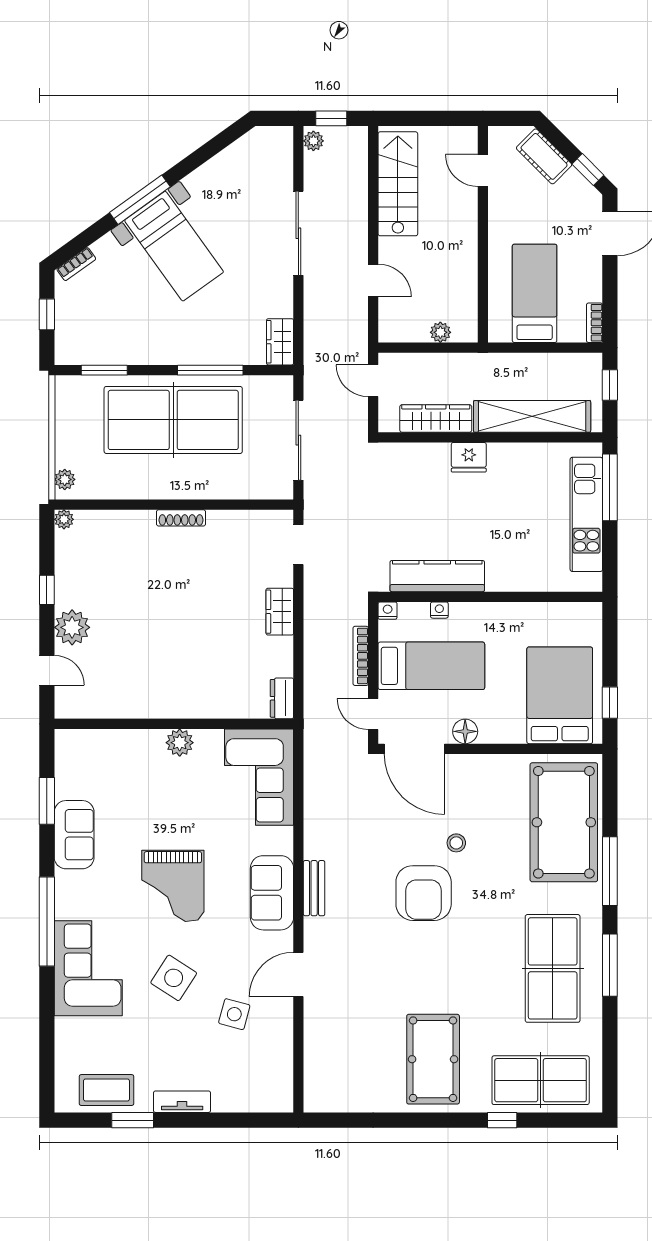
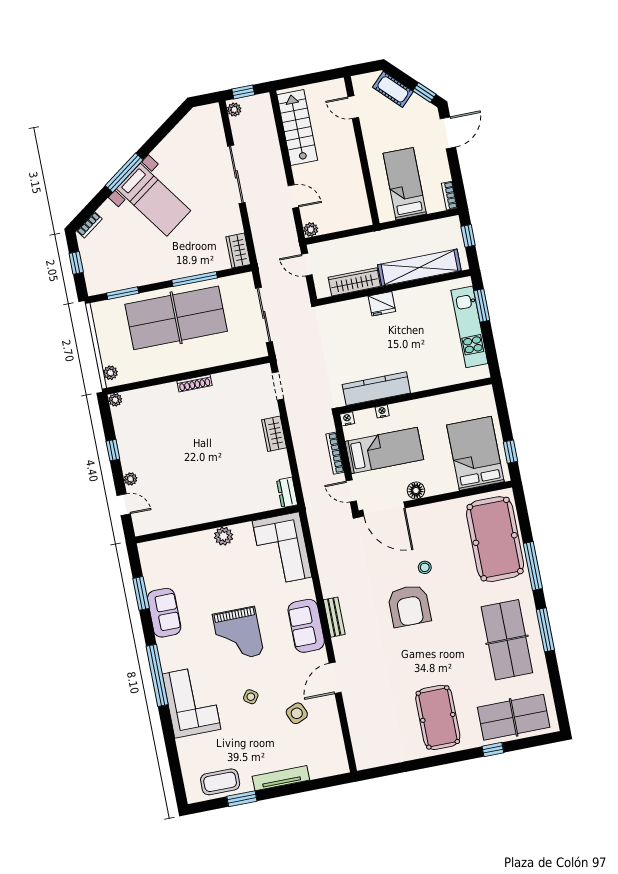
plant: (440, 332) -> (311, 230), moved
window: (610, 487) -> (482, 305), width x0.69
plant: (72, 627) -> (131, 479), width x0.53, depth x0.53
side table: (174, 978) -> (251, 697), width x0.54, depth x0.54
side table: (234, 1014) -> (297, 713), turned -38
tv unit: (182, 1102) -> (281, 778), width x1.41

